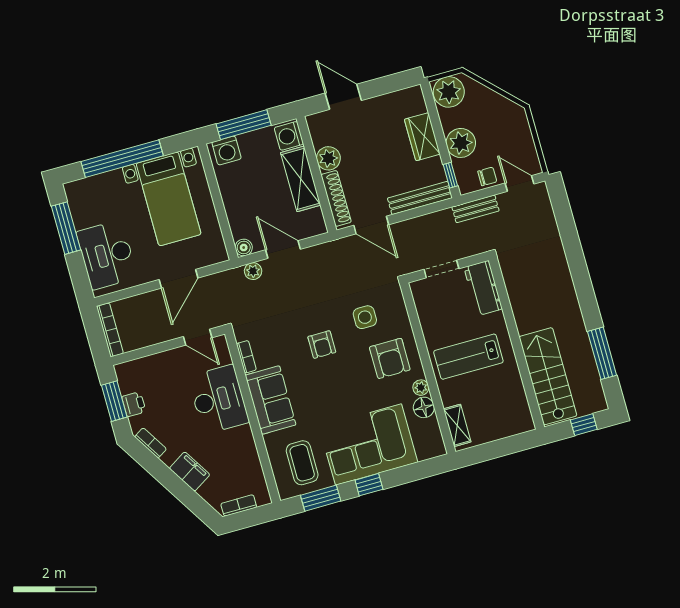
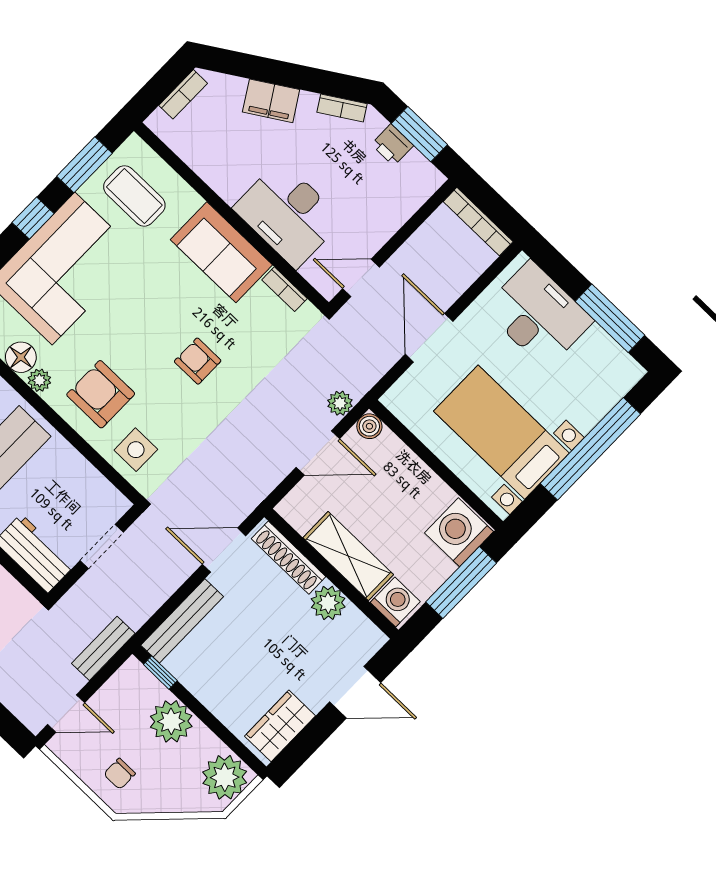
wardrobe: (422, 137) -> (280, 726), moved, turned -90
washing machine: (227, 150) -> (459, 532), width x1.37, depth x1.37
chair: (487, 176) -> (120, 774), moved
side table: (365, 317) -> (136, 450), moved

